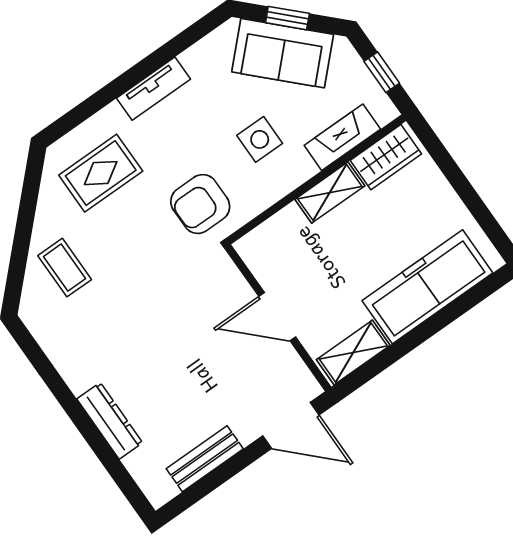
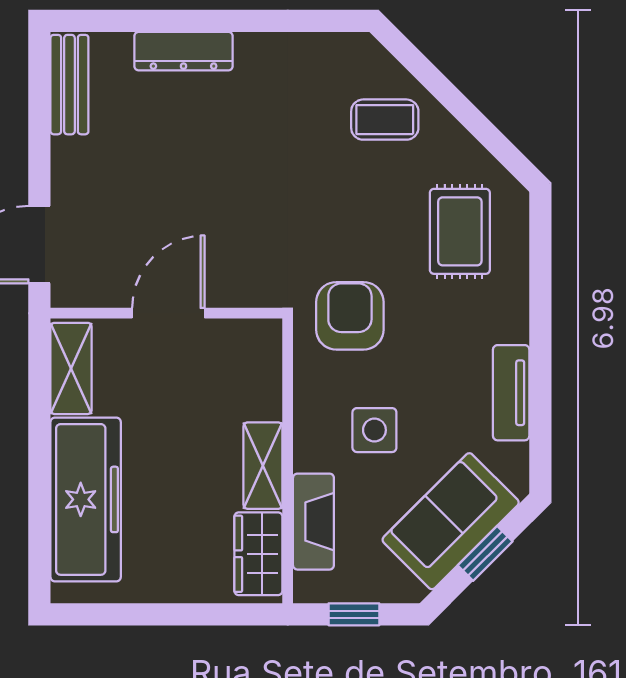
tv unit: (154, 89) -> (511, 393), moved
bench: (205, 459) -> (69, 85), moved

